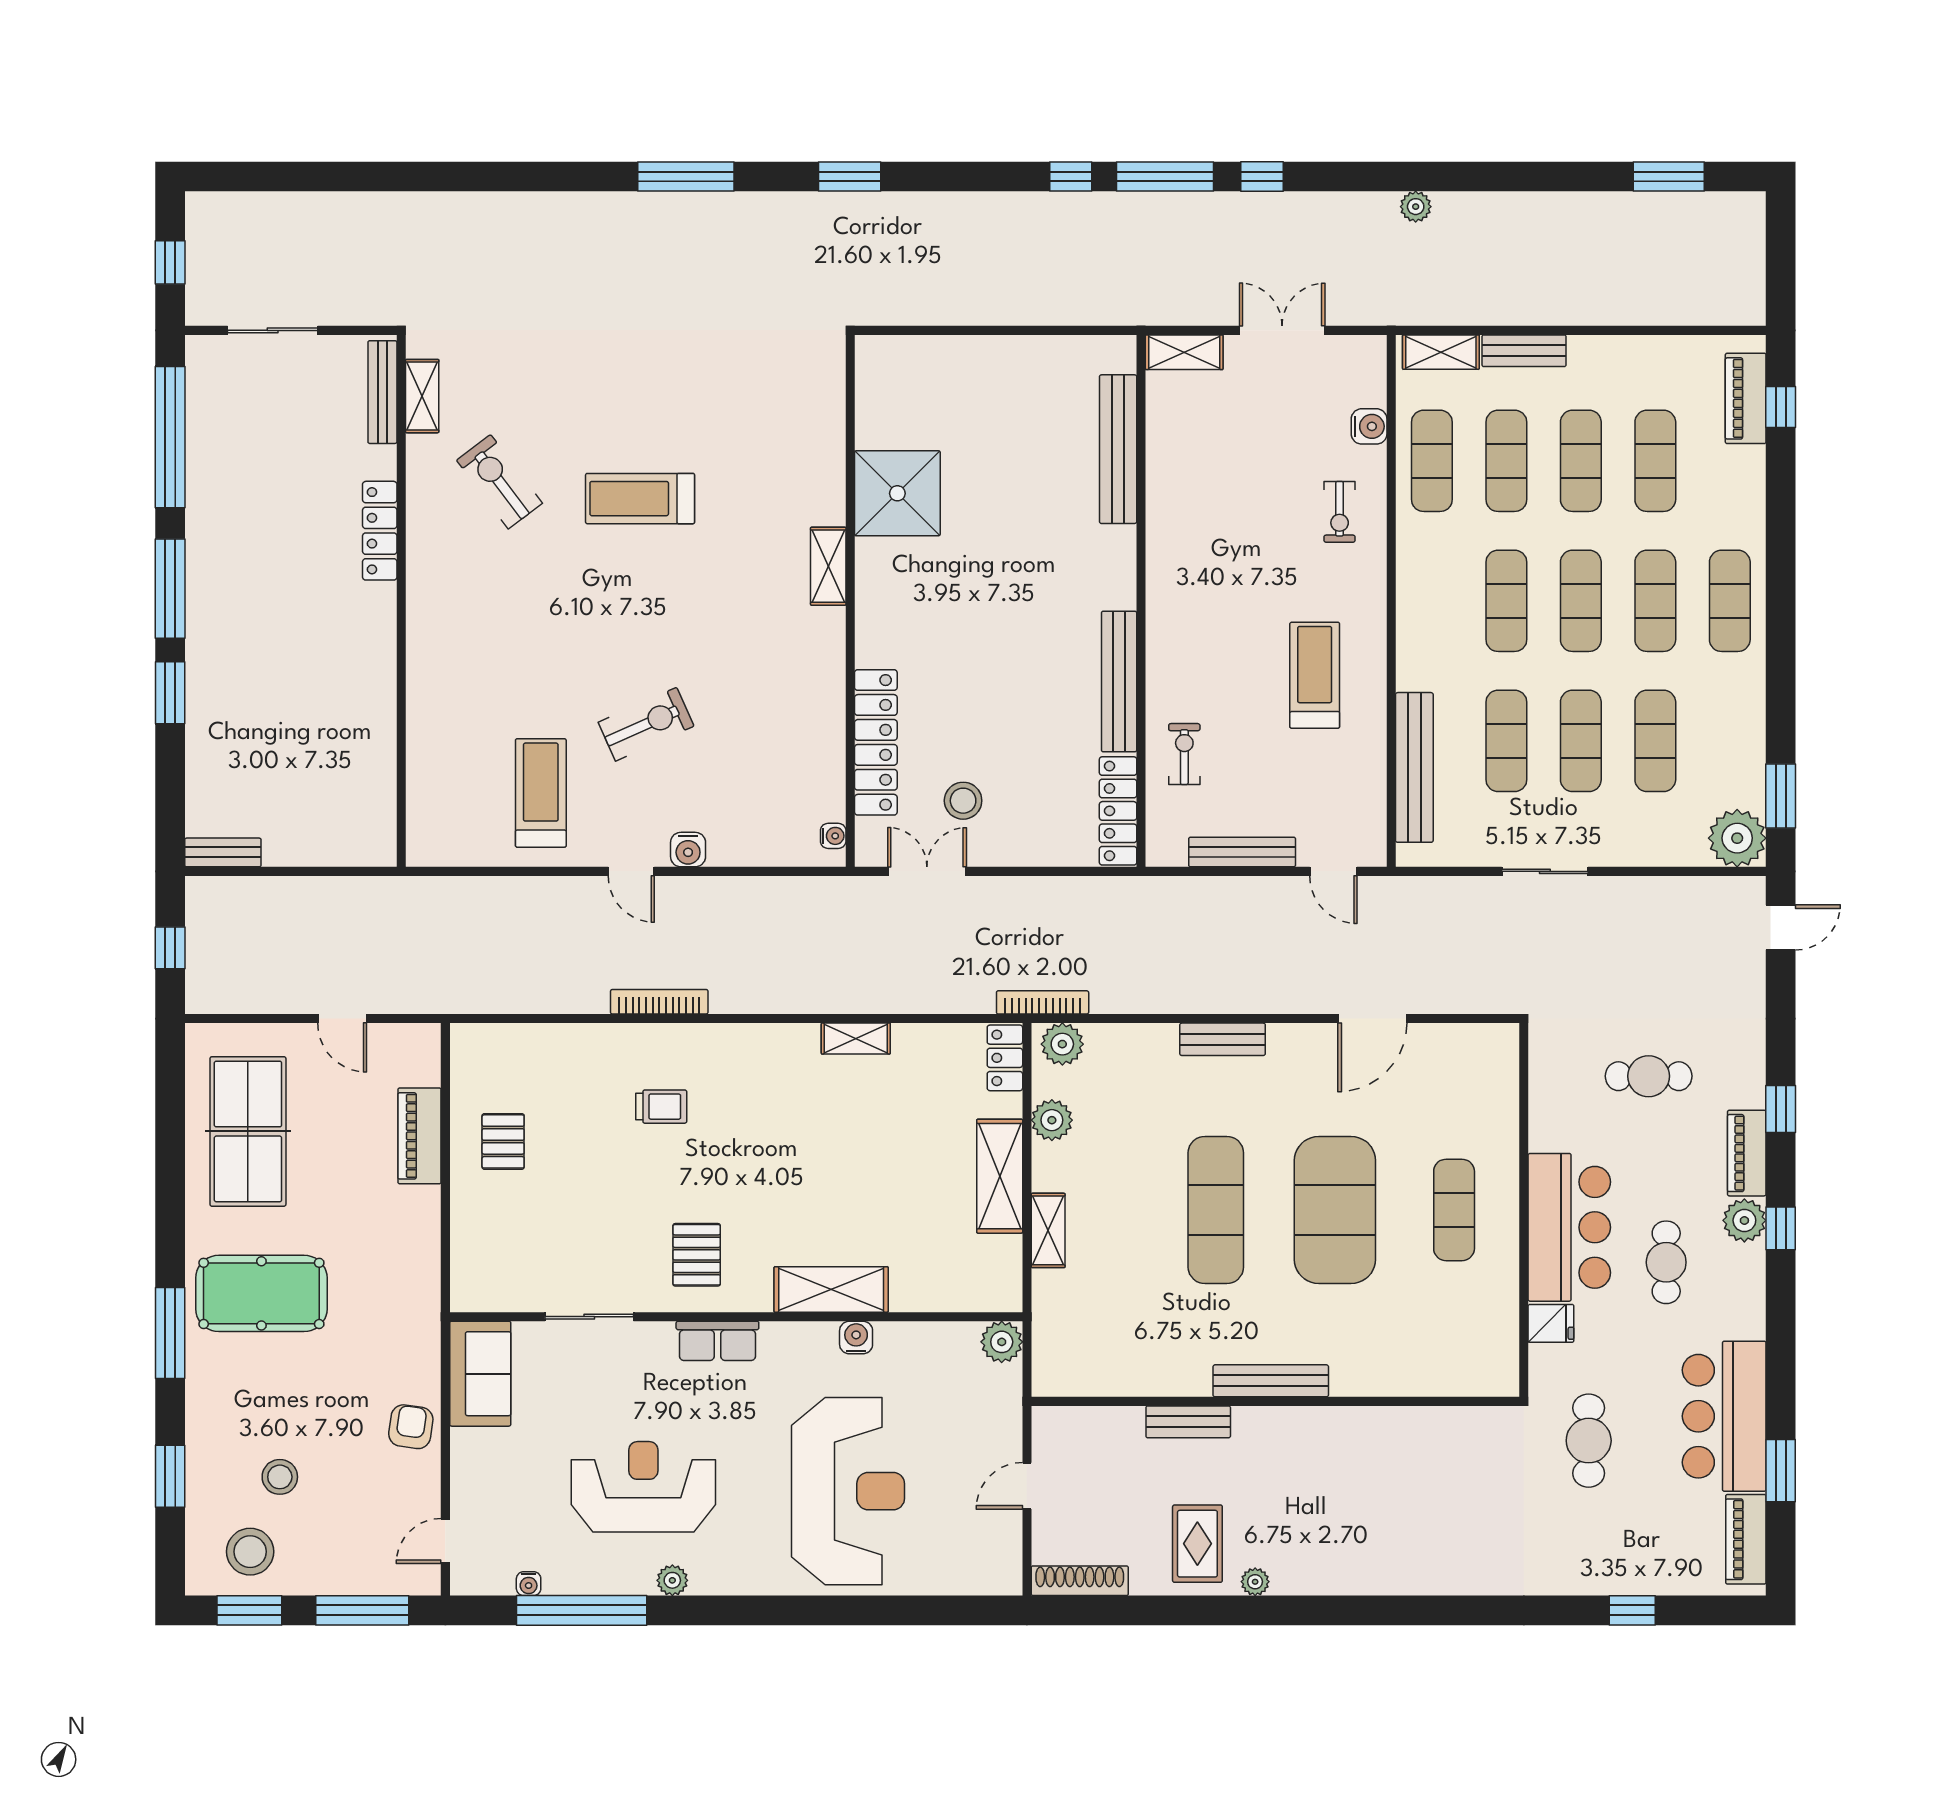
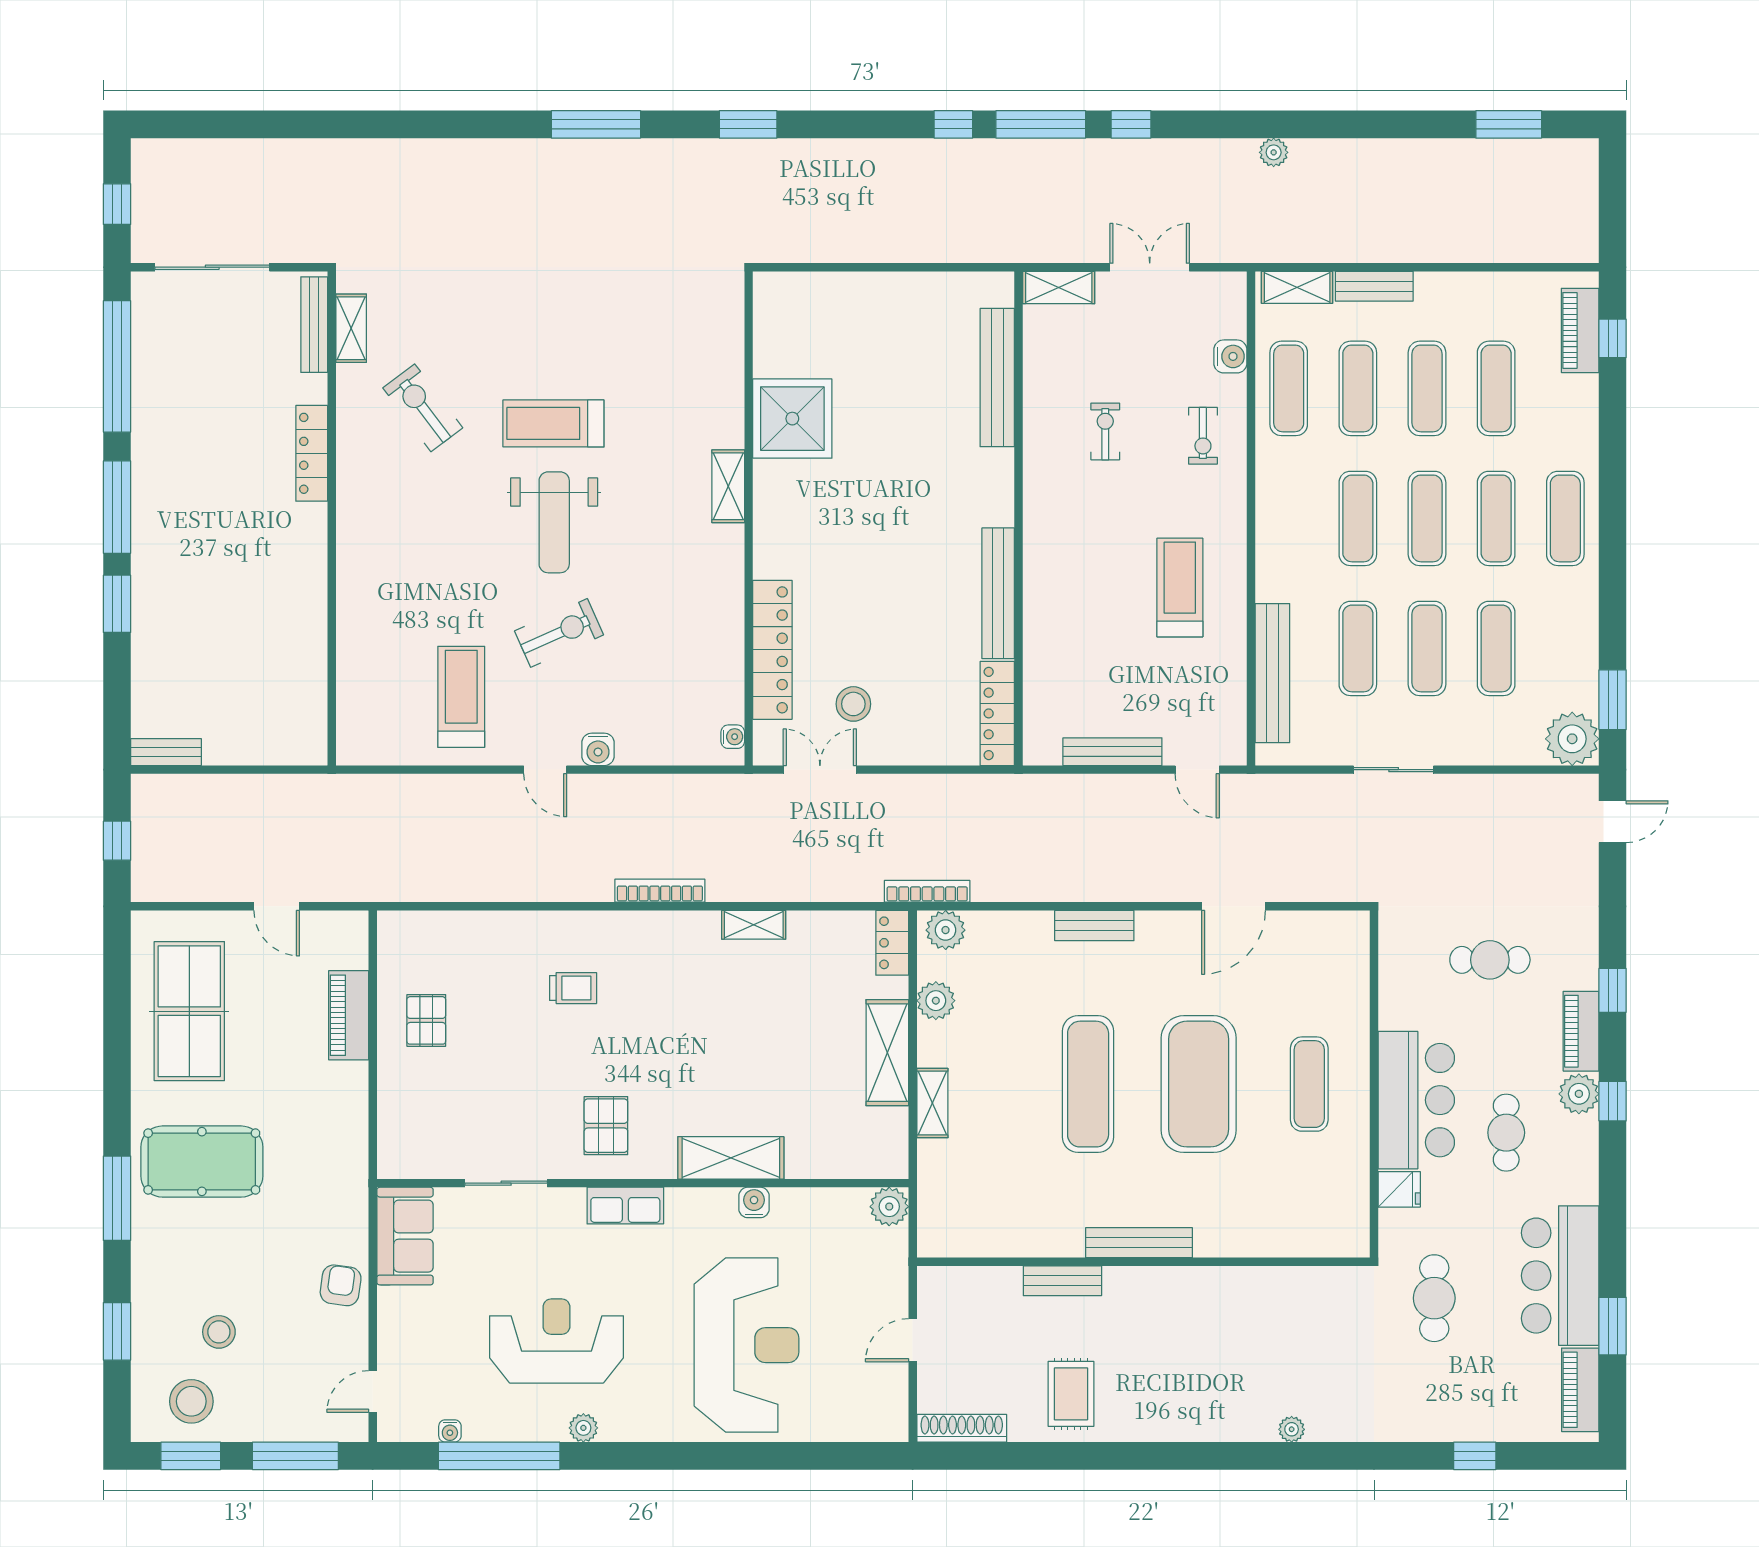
sliding door: (273, 330) -> (212, 267), width x1.37
weight bench: (641, 605) -> (554, 522), added
exercise bike: (1184, 754) -> (1105, 431), moved
bookcase: (659, 1002) -> (660, 891), moved
plant: (1255, 1582) -> (1292, 1429), moved

